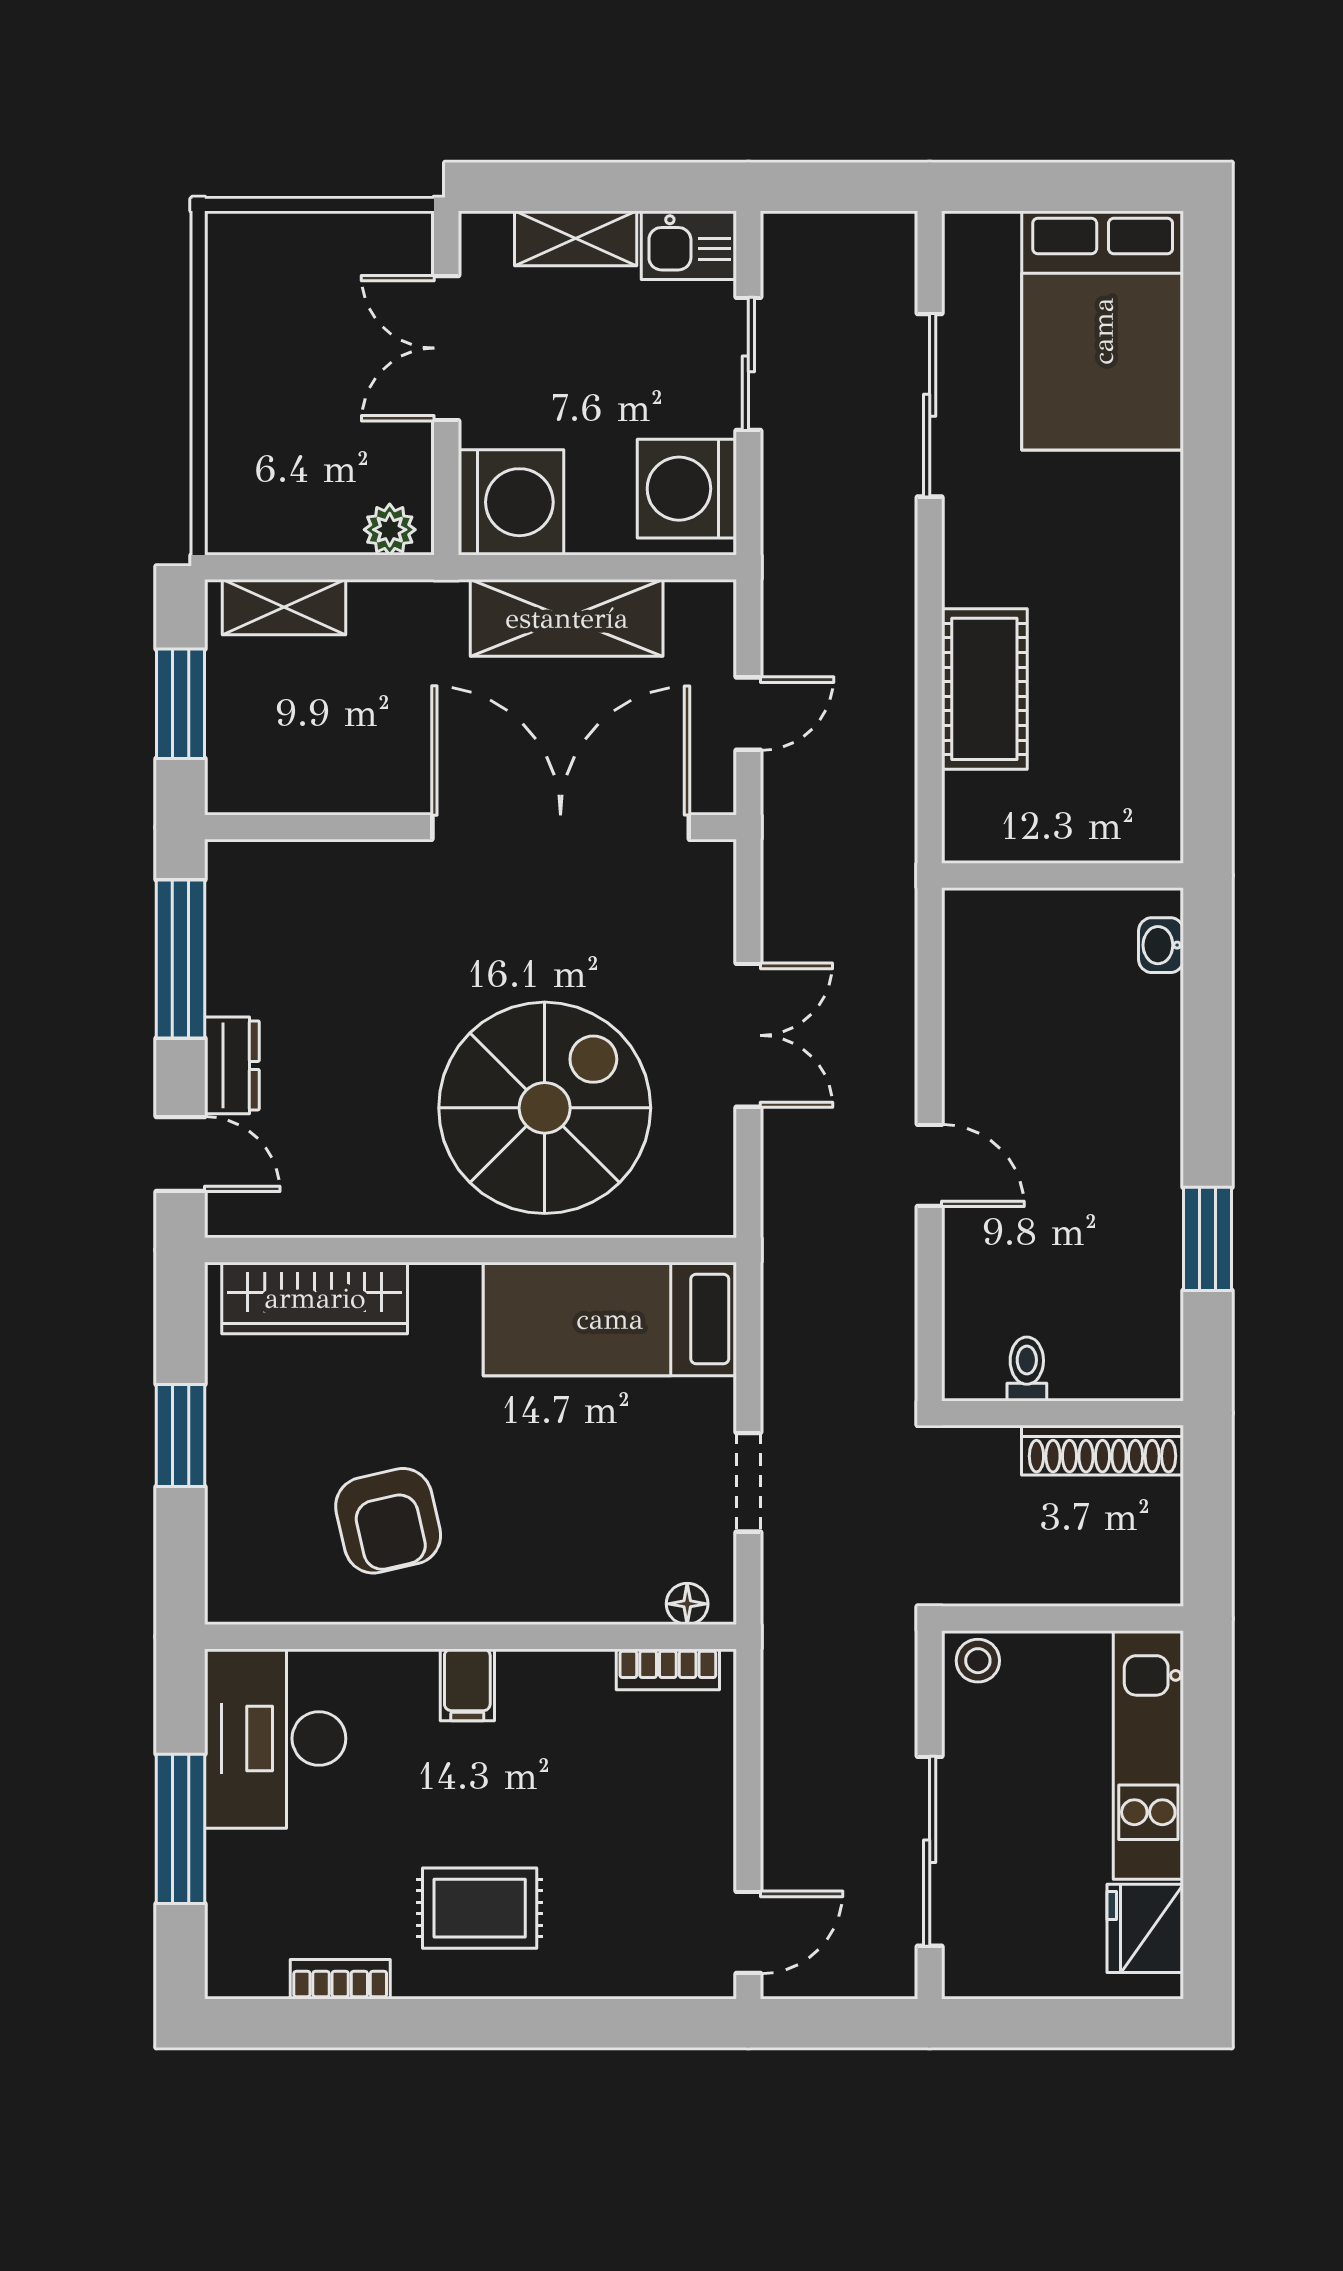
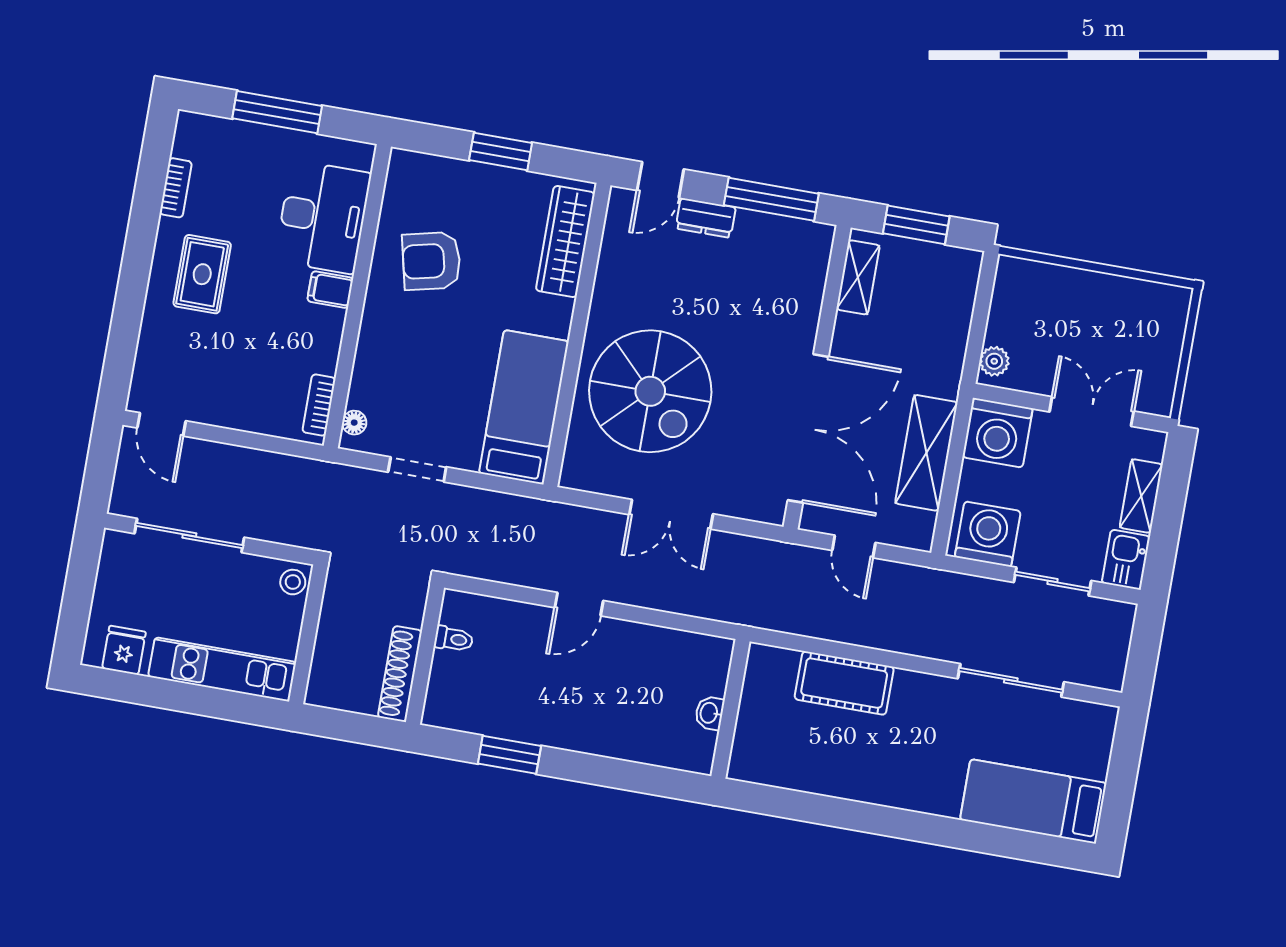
bed: (1103, 331) -> (1033, 801), width x0.67
shelving: (284, 607) -> (858, 277), moved
washbasin: (1161, 945) -> (710, 713), moved, turned -90
desk: (275, 1739) -> (323, 217), moved, turned 90
fridge: (1145, 1928) -> (124, 650), width x0.72

